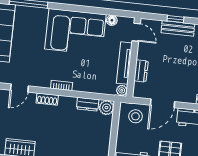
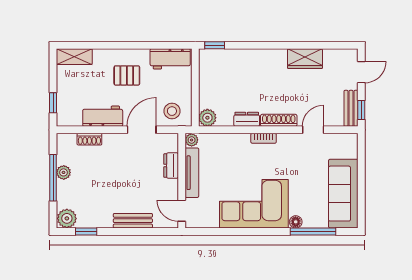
window: (175, 19) -> (137, 231), removed
floor lamp: (112, 20) -> (296, 222), moved
shoe rack: (47, 99) -> (279, 120), width x1.43
dresser: (88, 104) -> (247, 119), moved

